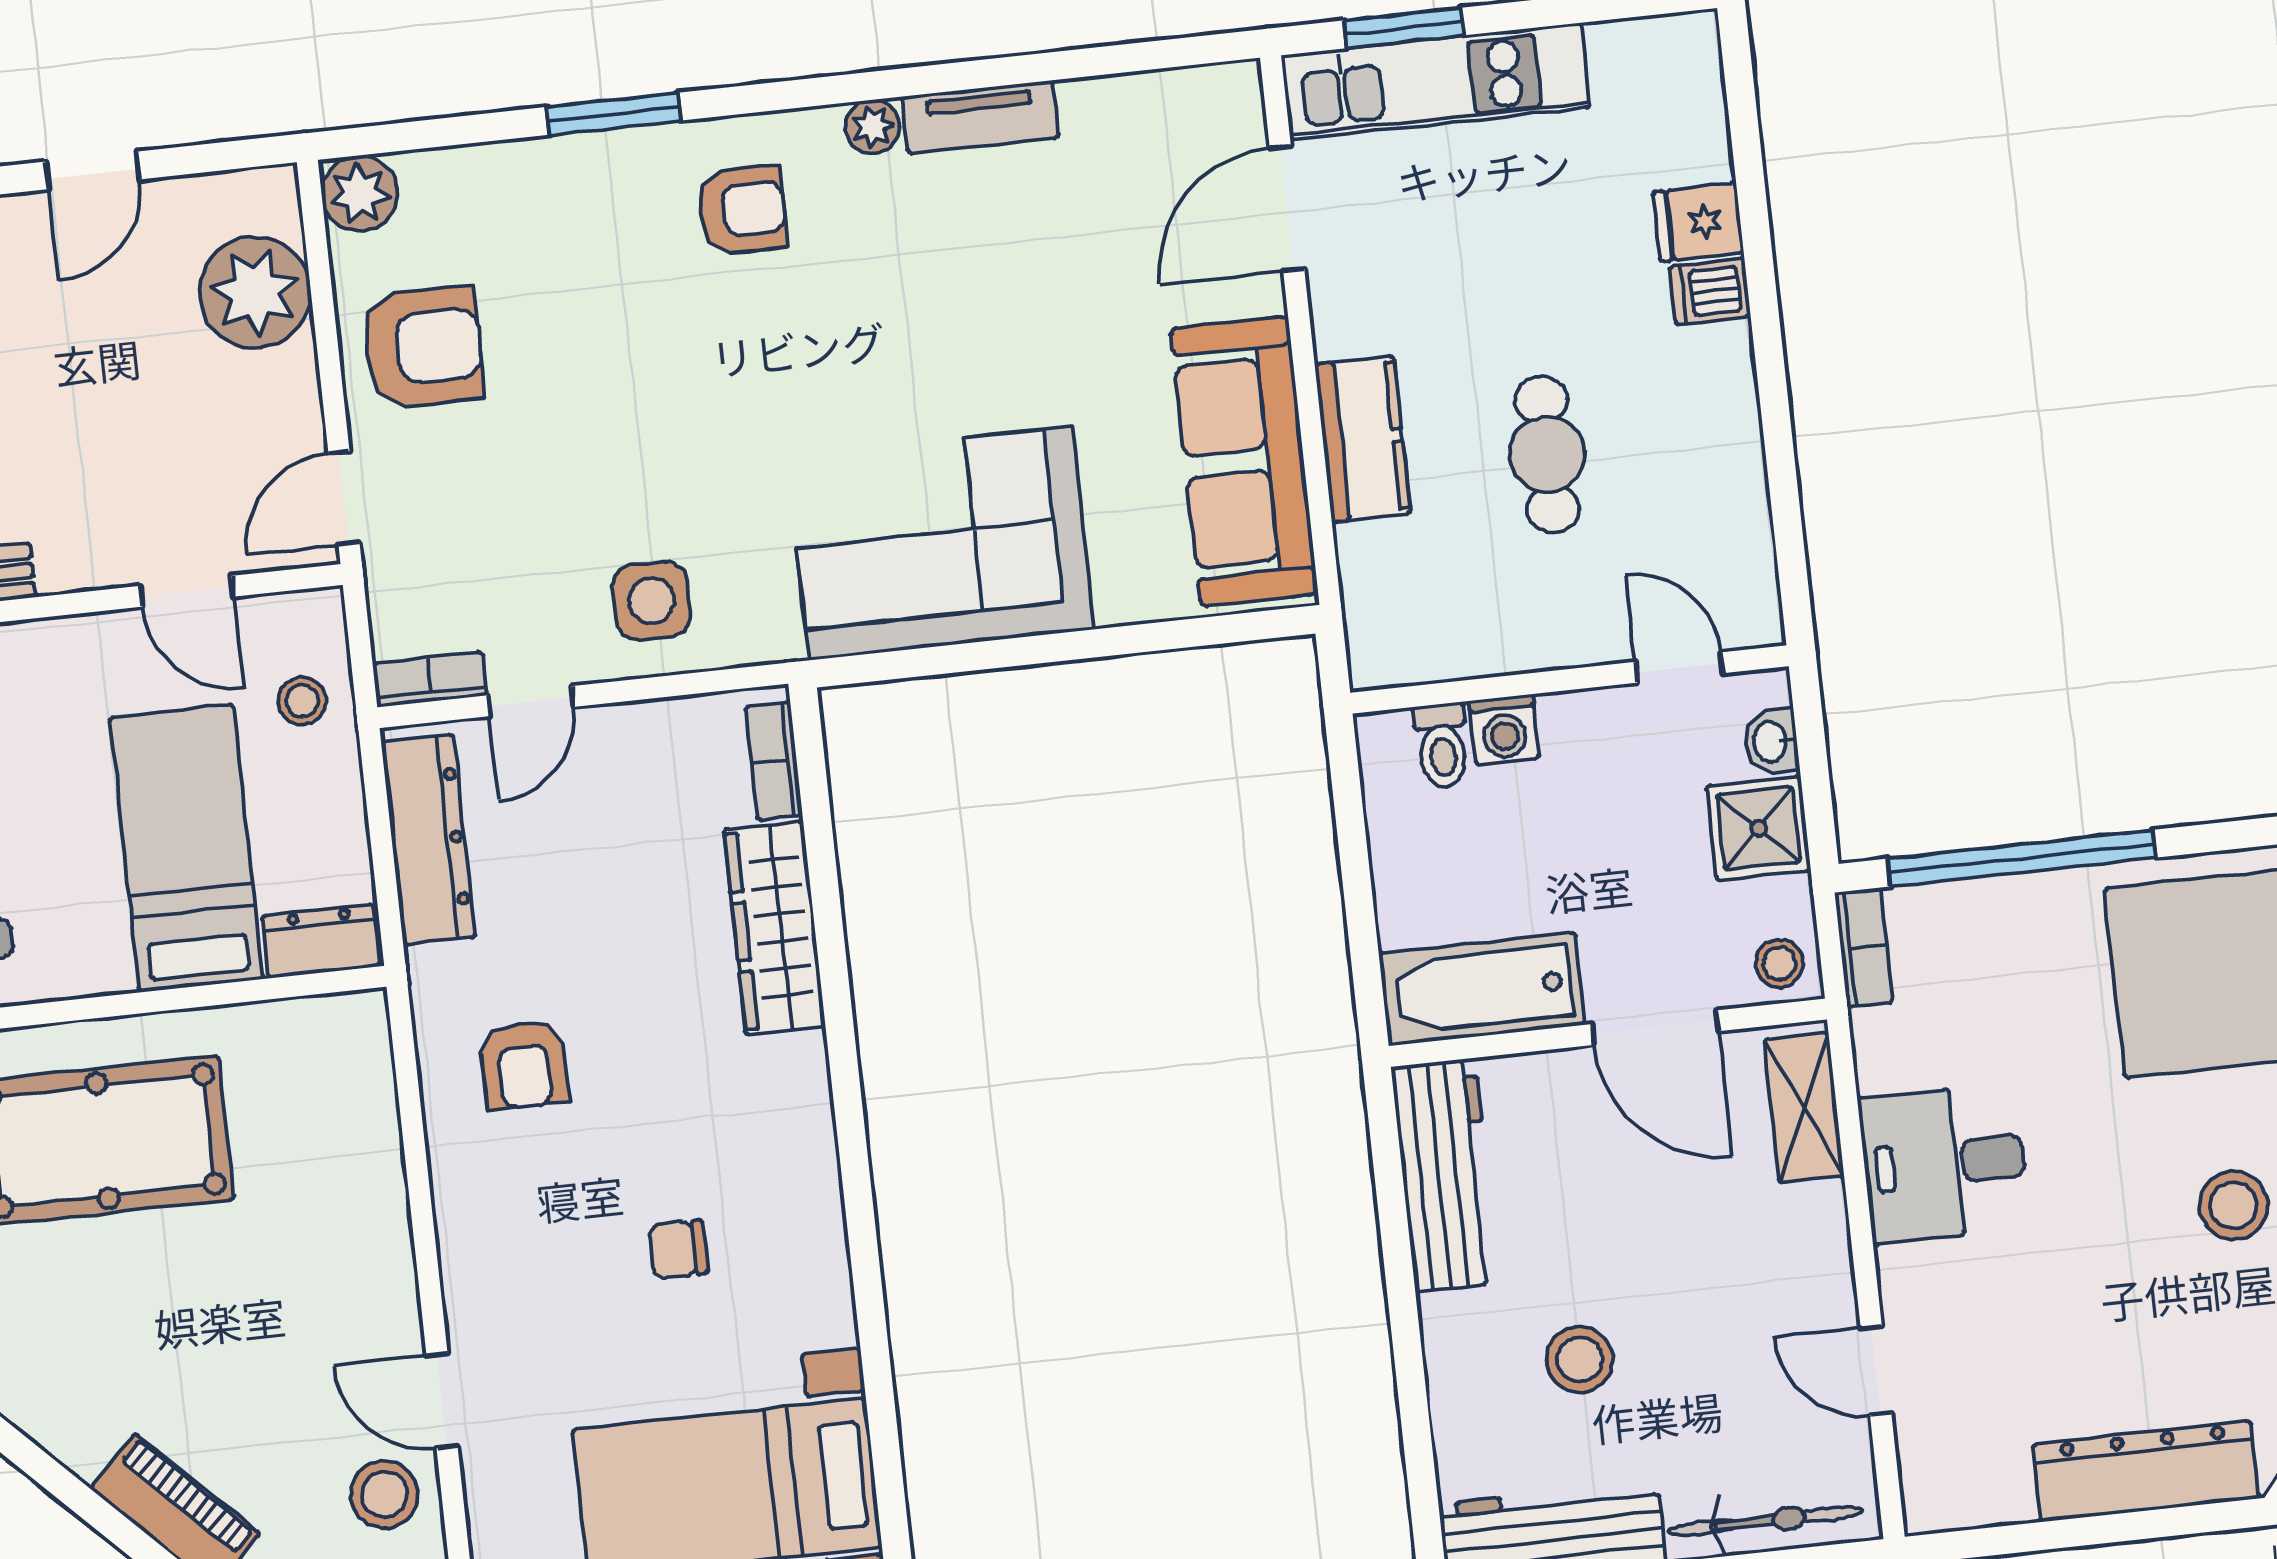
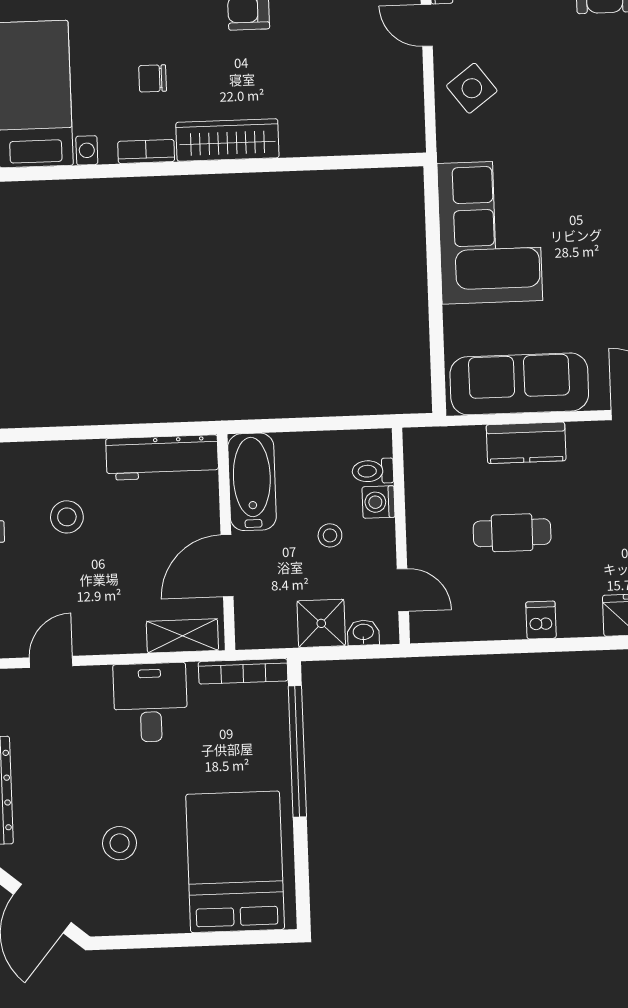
dishwasher: (1710, 292) -> (541, 620), moved
side table: (651, 601) -> (472, 88), turned -37
door: (1679, 668) -> (403, 590), hinge flipped
bookcase: (774, 761) -> (146, 151), moved
wardrobe: (775, 928) -> (227, 140), moved
bookcase: (1864, 947) -> (243, 671), width x1.56
stool: (1779, 964) -> (330, 535), moved
chair: (678, 1249) -> (153, 78), turned -90

